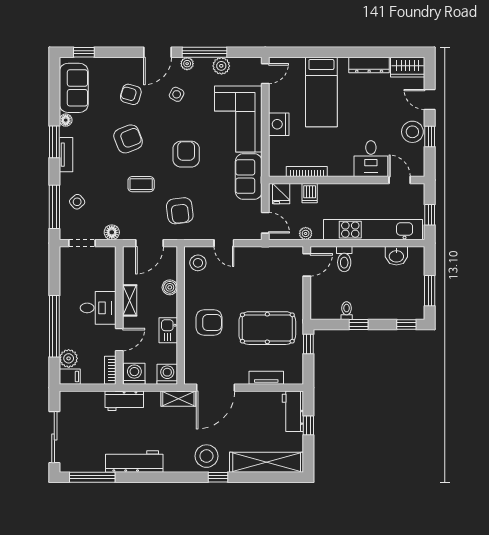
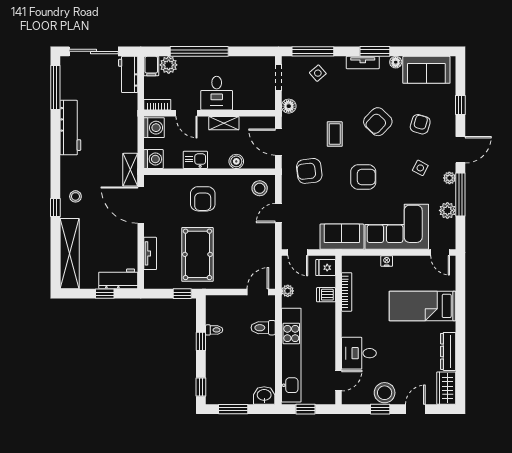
window: (84, 52) -> (460, 105), moved
door: (158, 52) -> (460, 150), swing flipped
nightstand: (279, 124) -> (387, 261), width x0.53, depth x0.56
armchair: (128, 139) -> (378, 122), turned 65
door: (265, 223) -> (298, 252), hinge flipped
washbasin: (396, 256) -> (264, 395), moved, turned 90
door: (307, 265) -> (258, 292), swing flipped
workbench: (124, 401) -> (128, 74), moved
stool: (206, 456) -> (75, 196), width x0.53, depth x0.53

